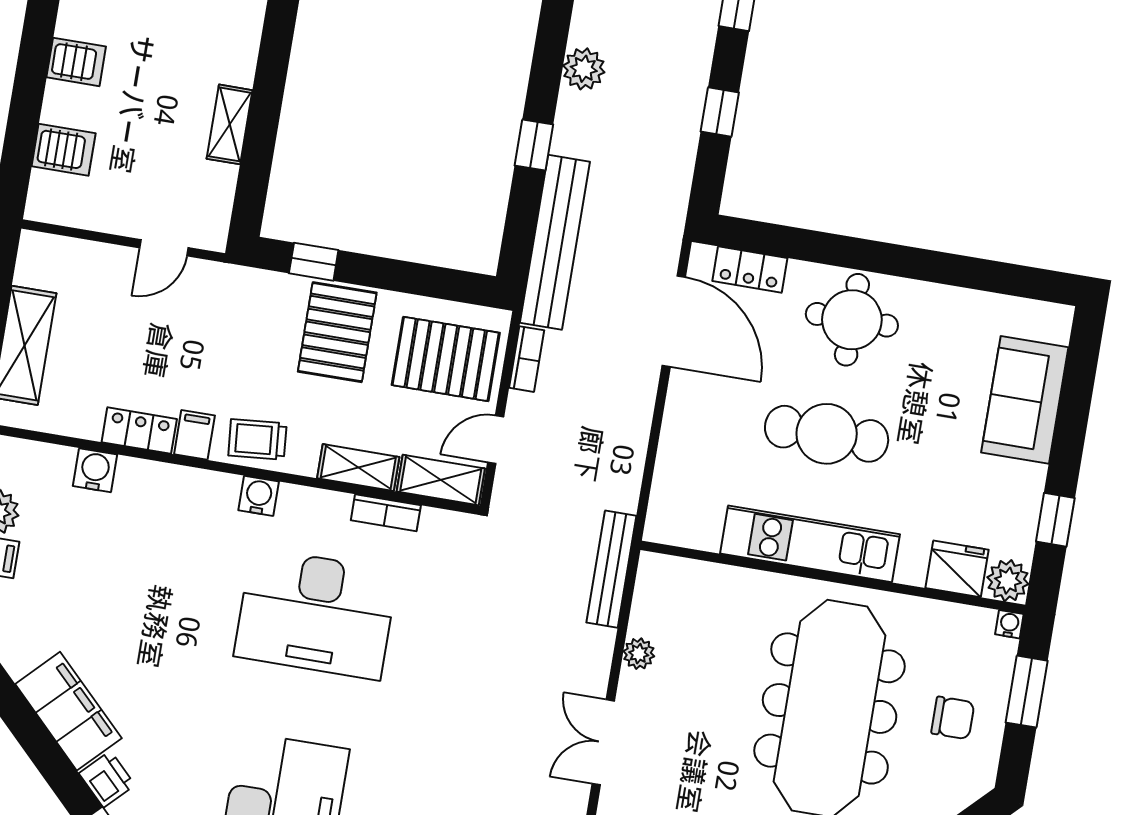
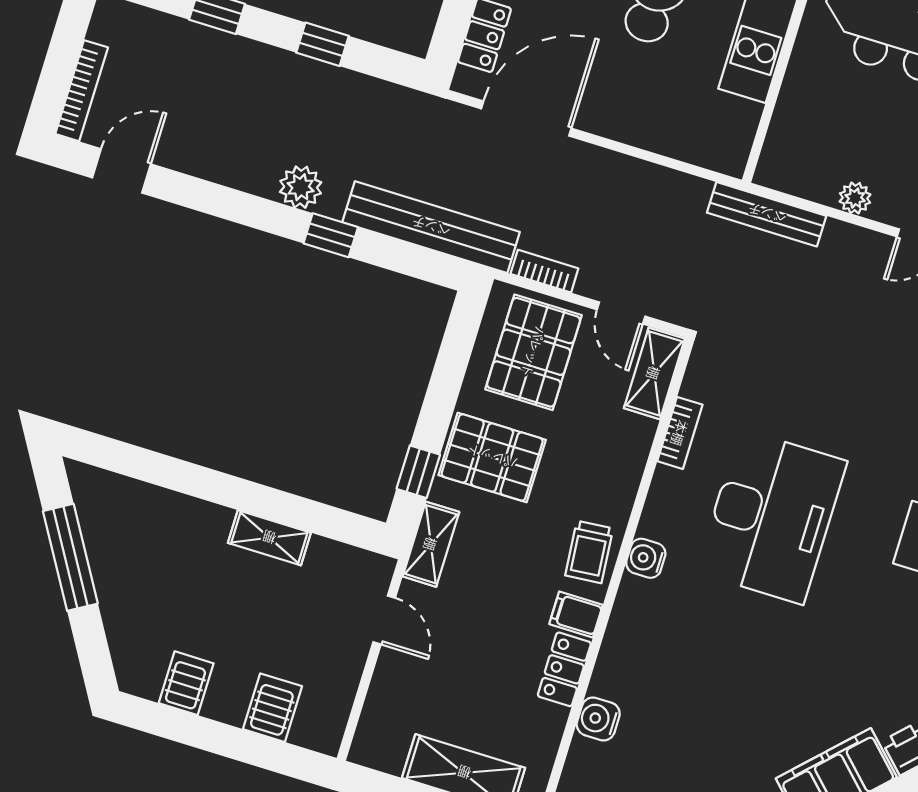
plant: (584, 69) -> (301, 187), moved
shelving: (358, 468) -> (431, 544), moved

